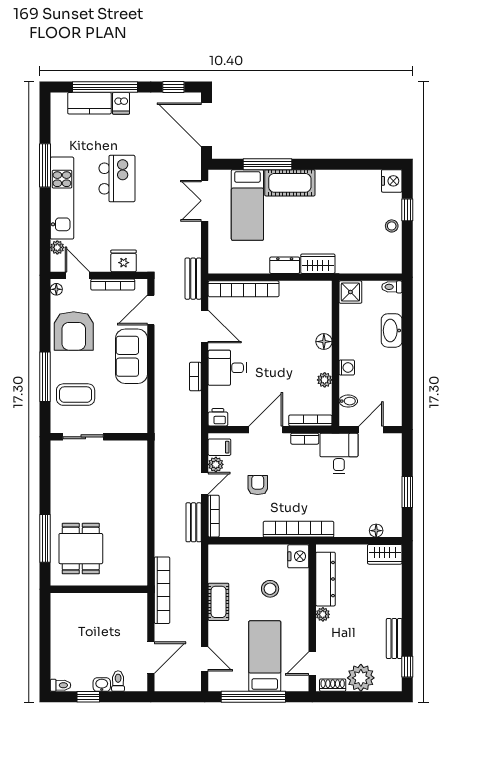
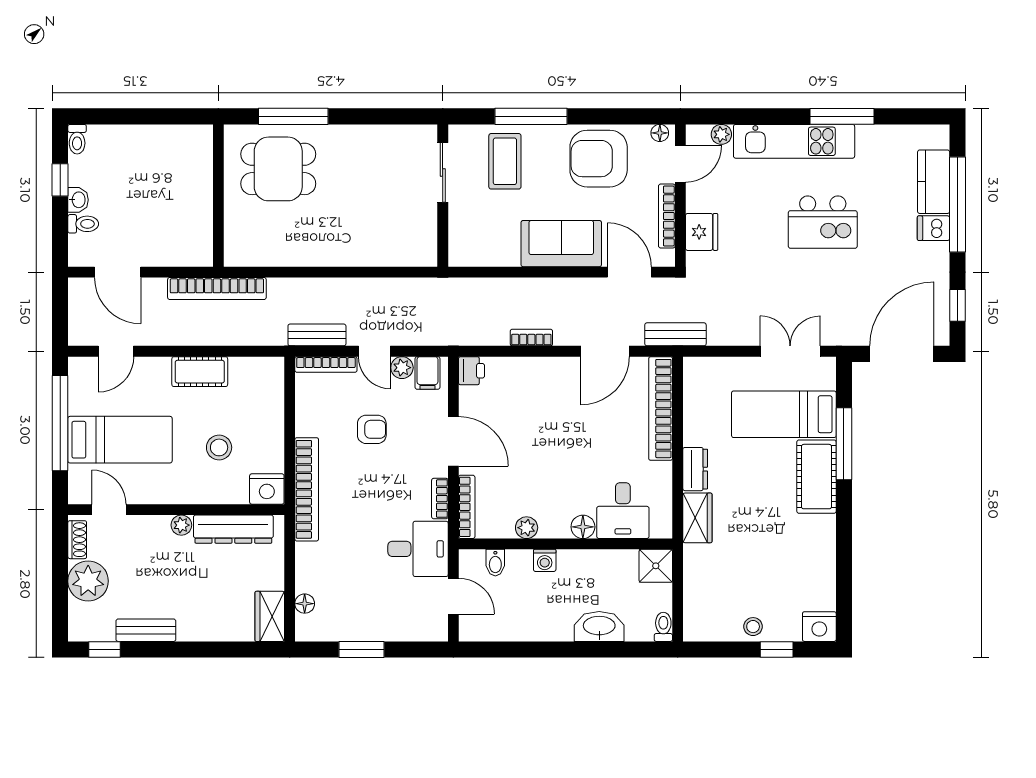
desk: (227, 368) -> (623, 511), moved, turned 180

